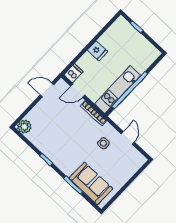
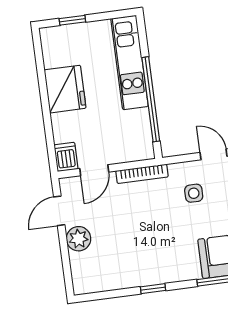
fridge: (97, 51) -> (65, 89), width x1.88, depth x1.34
kitchen unit: (118, 89) -> (130, 62), moved
plant: (24, 127) -> (79, 239), moved

